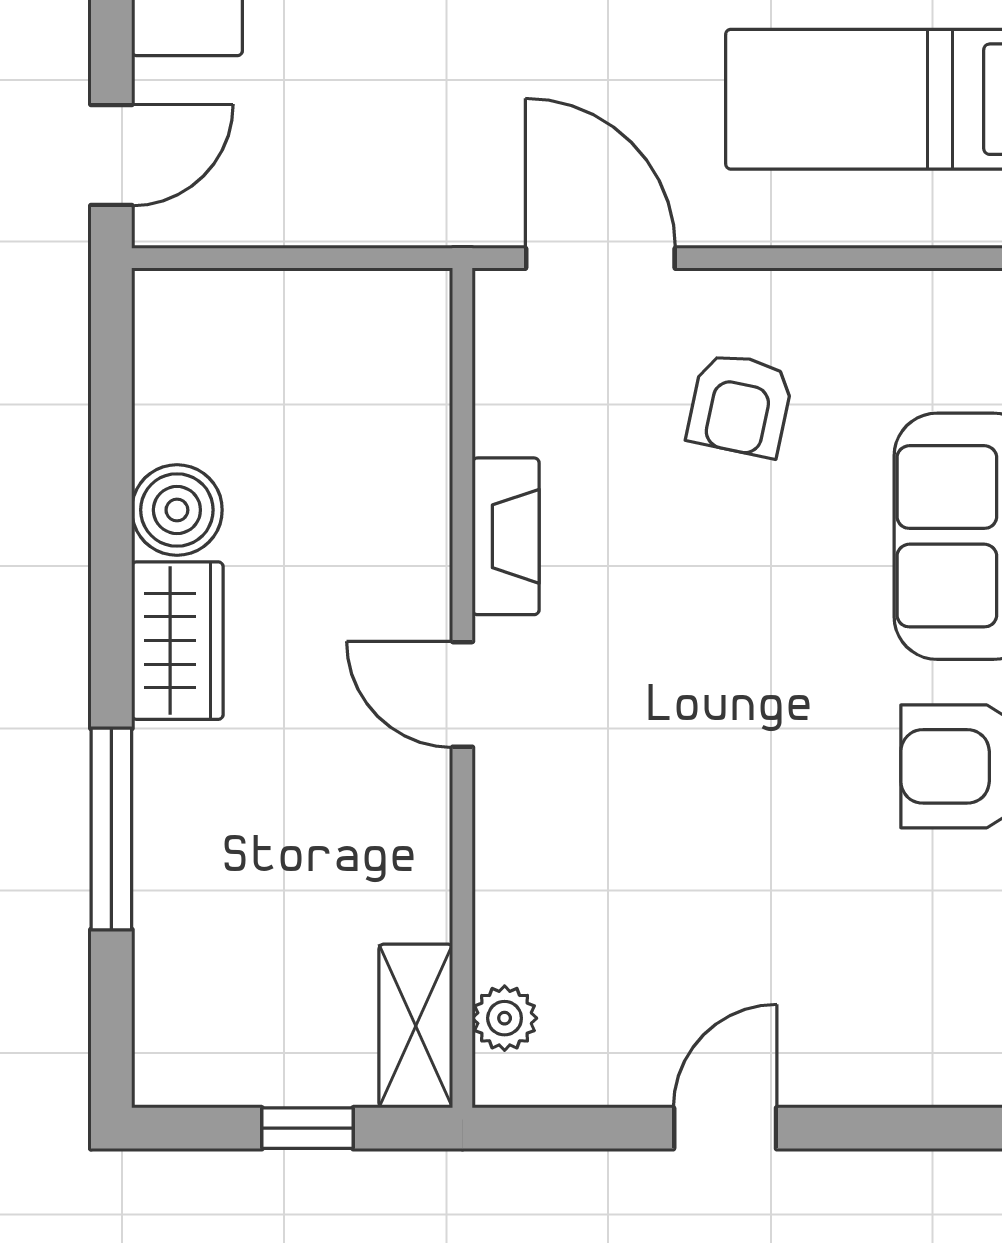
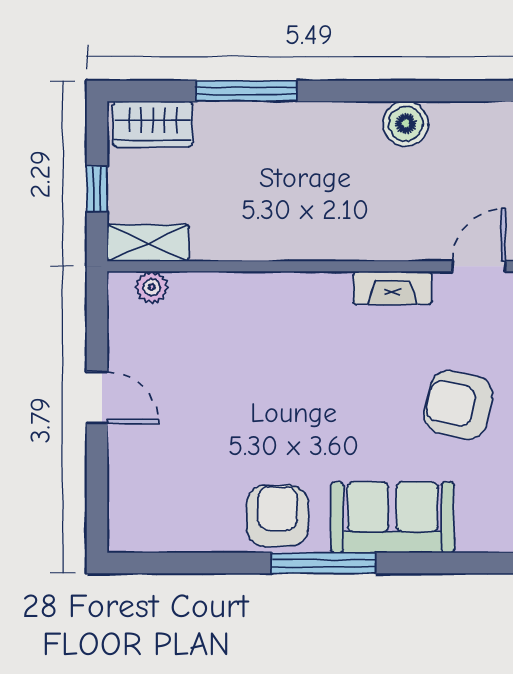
armchair: (740, 405) -> (458, 405), width x1.38, depth x1.38
wardrobe: (177, 641) -> (153, 124), moved
door: (462, 694) -> (479, 266), moved

